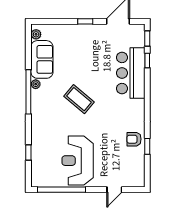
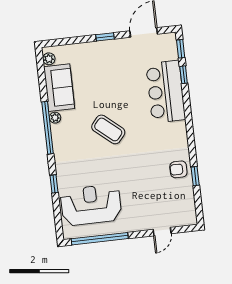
window: (28, 153) -> (54, 184), moved
reception desk: (78, 161) -> (91, 205), moved, turned 90

